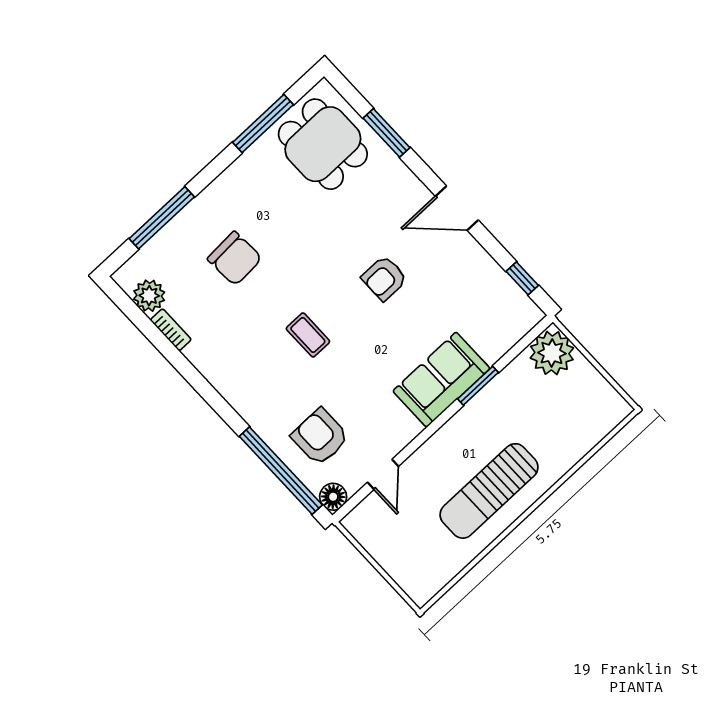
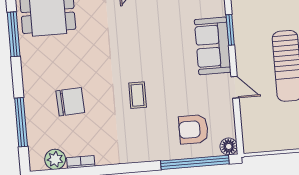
armchair: (384, 278) -> (139, 34), removed
coffee table: (308, 335) -> (138, 95), turned 90
door: (383, 474) -> (235, 87), moved

